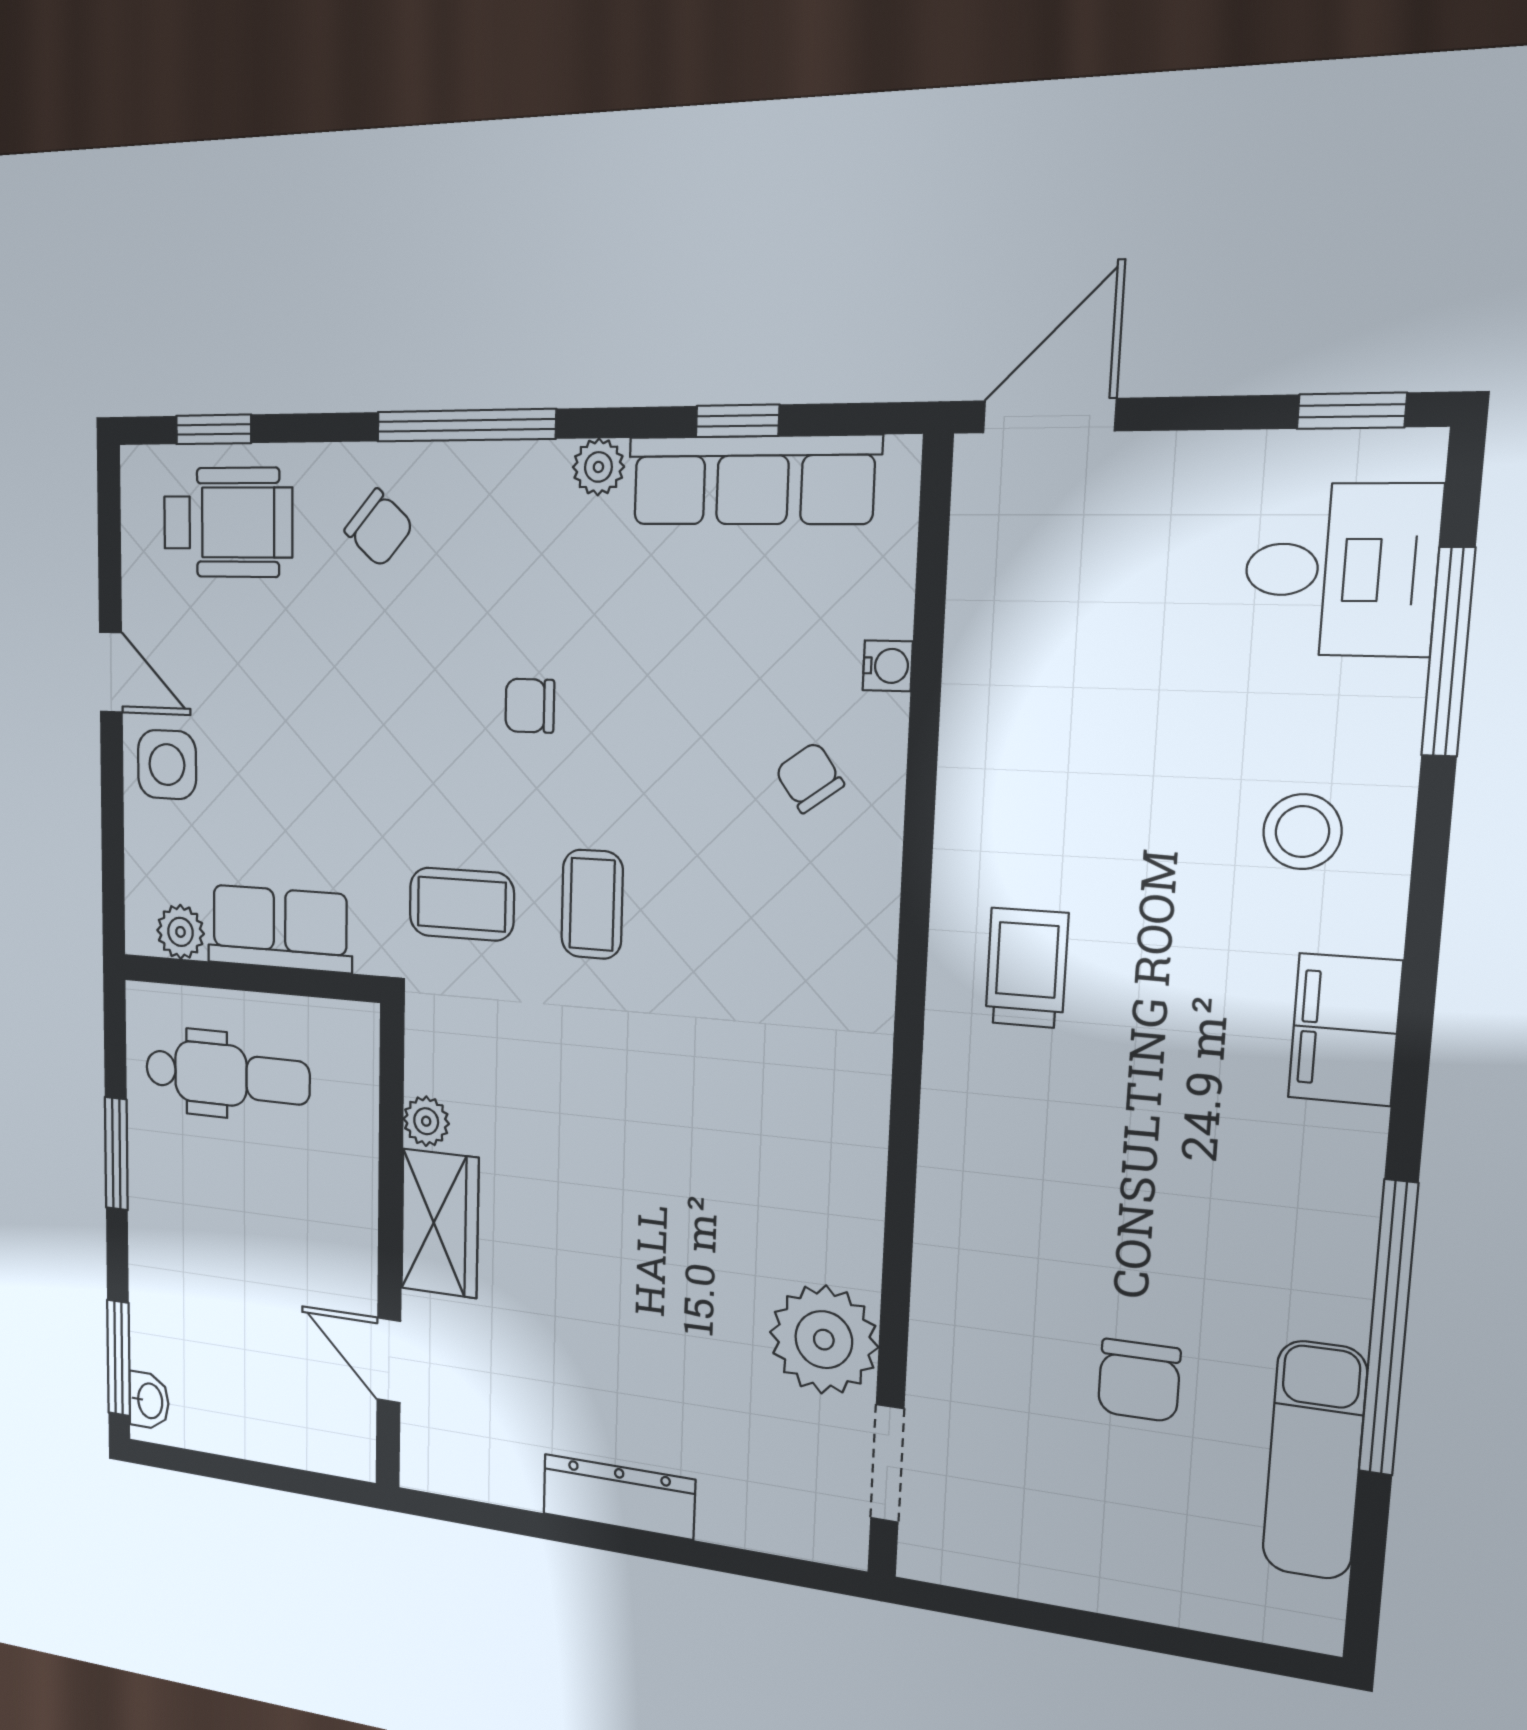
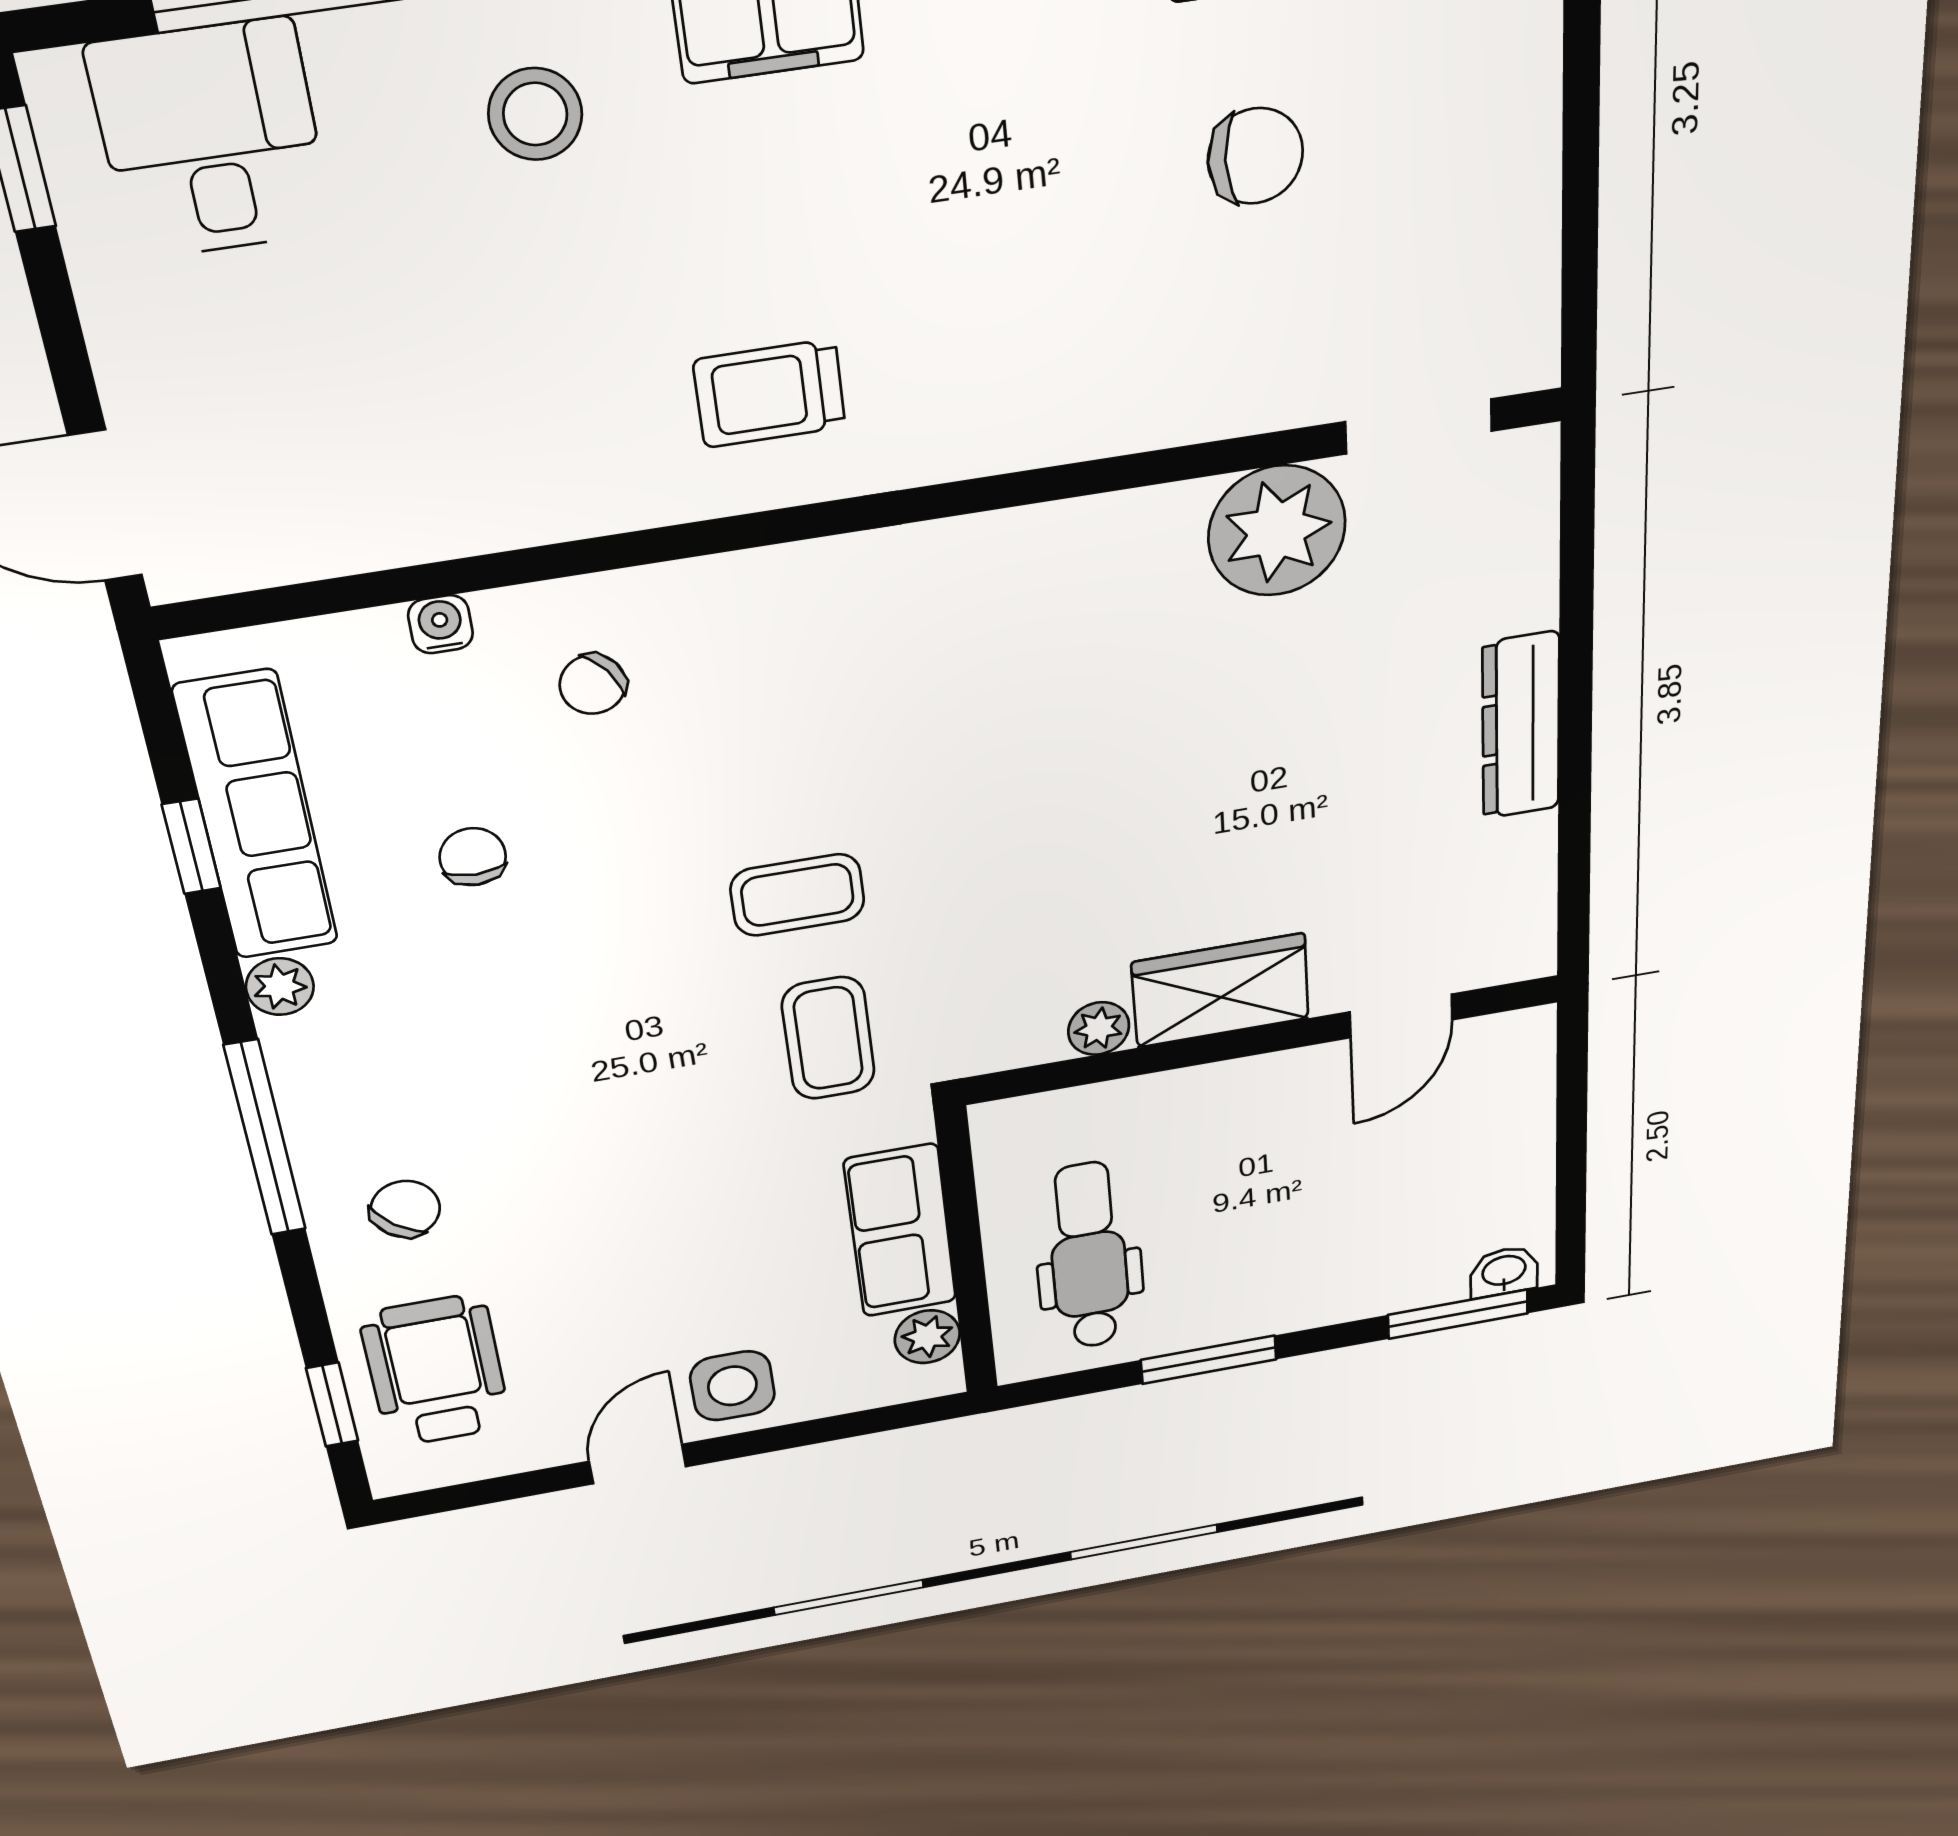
chair: (530, 706) -> (473, 857), moved, turned 180

